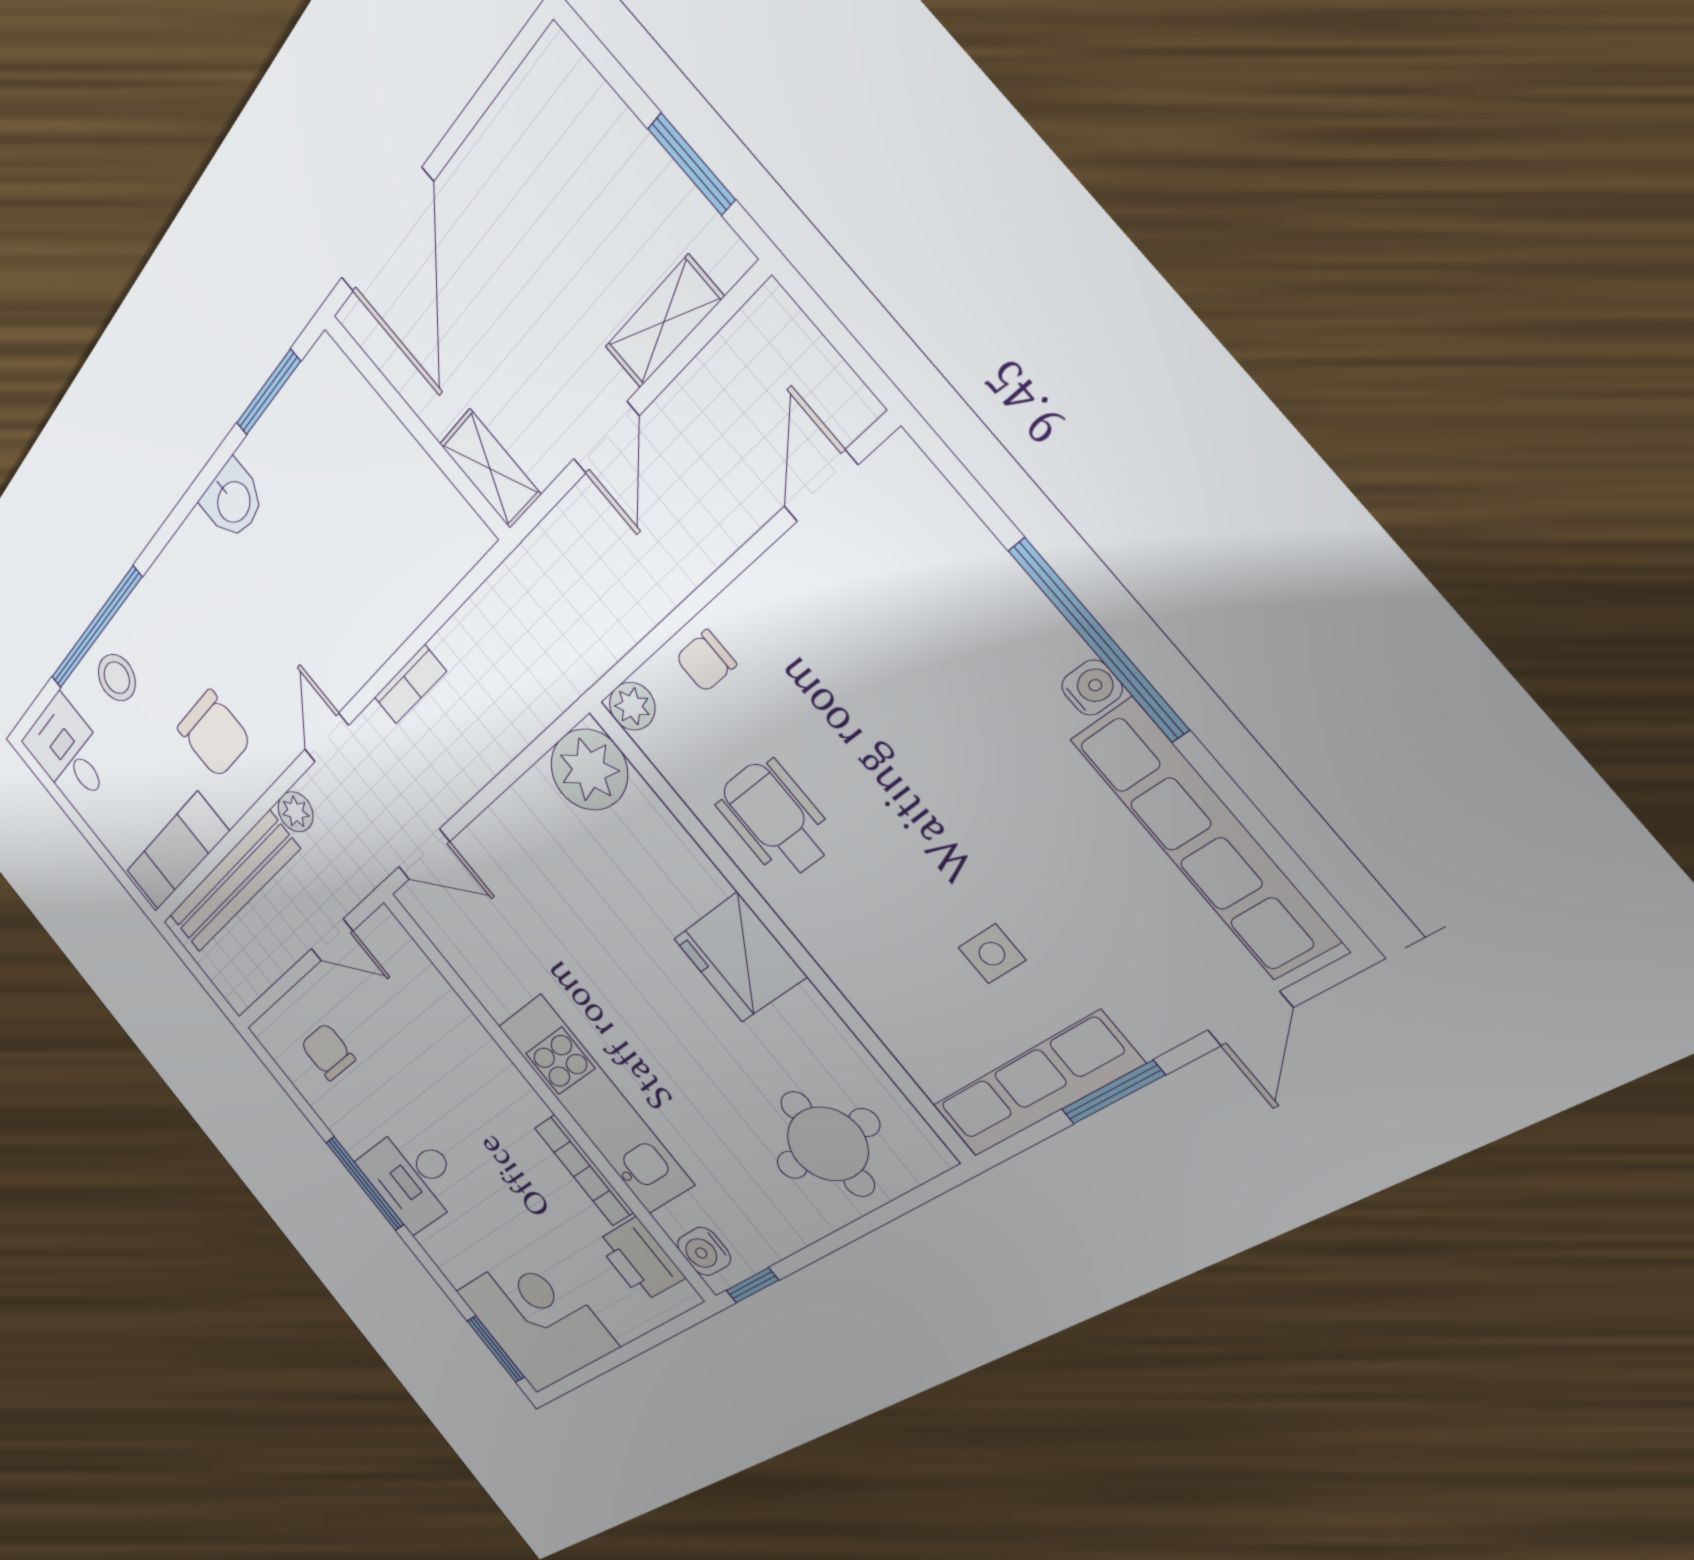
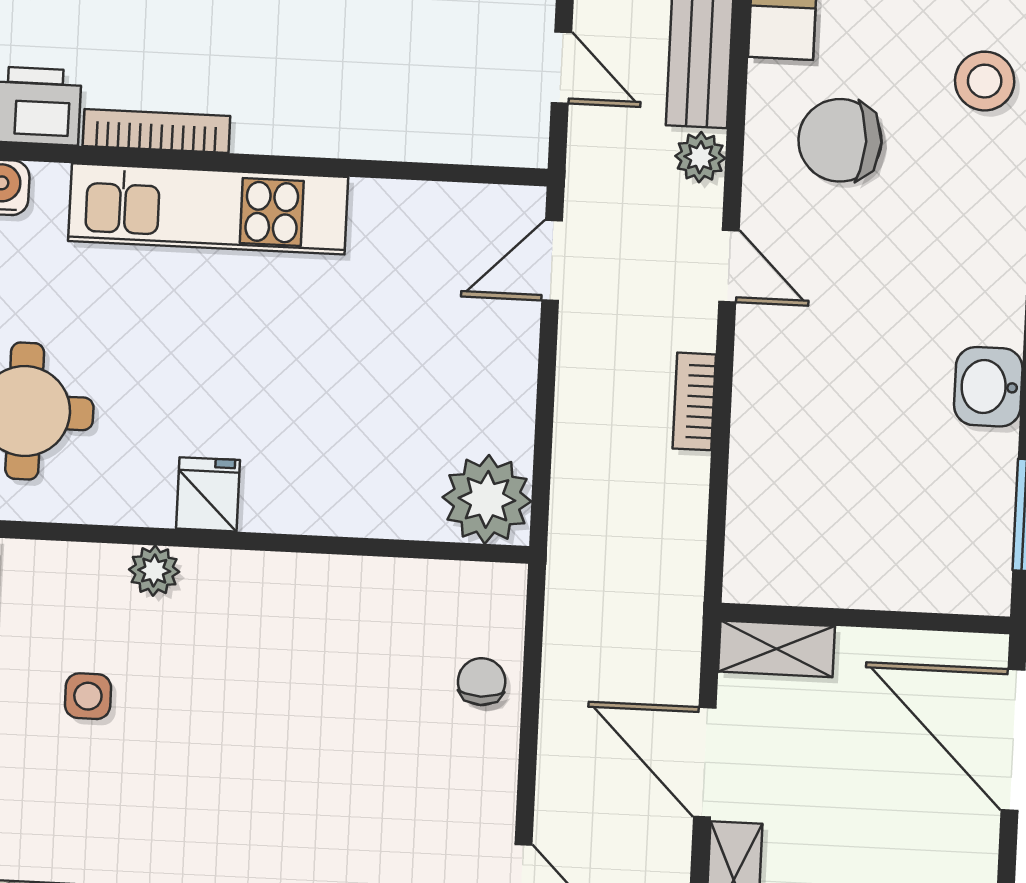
door: (606, 438) -> (705, 762), width x1.38
plant: (632, 706) -> (154, 571), moved
wheelchair: (775, 819) -> (320, 622), removed
door: (332, 940) -> (562, 67), swing flipped
fridge: (740, 958) -> (208, 494), width x0.53, depth x0.75

